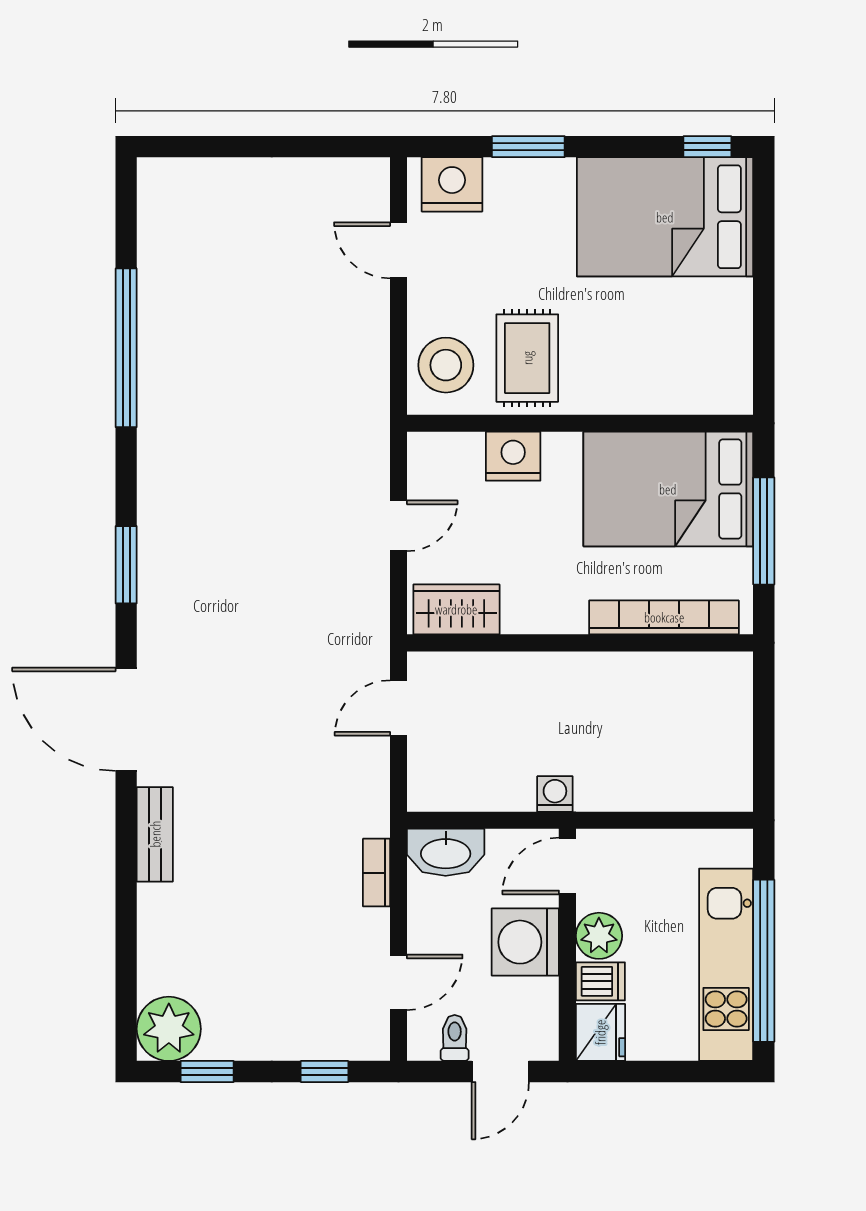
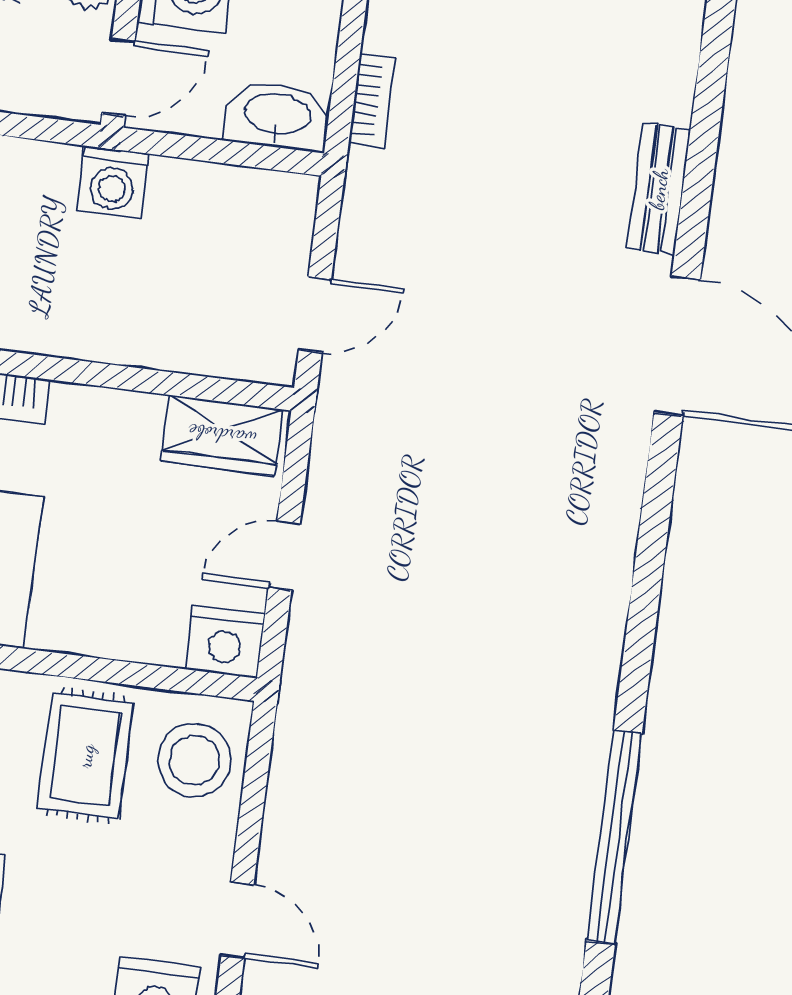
nightstand: (513, 456) -> (225, 642), moved
window: (126, 565) -> (651, 550), removed
washing machine: (555, 794) -> (113, 182), width x1.38, depth x1.38

